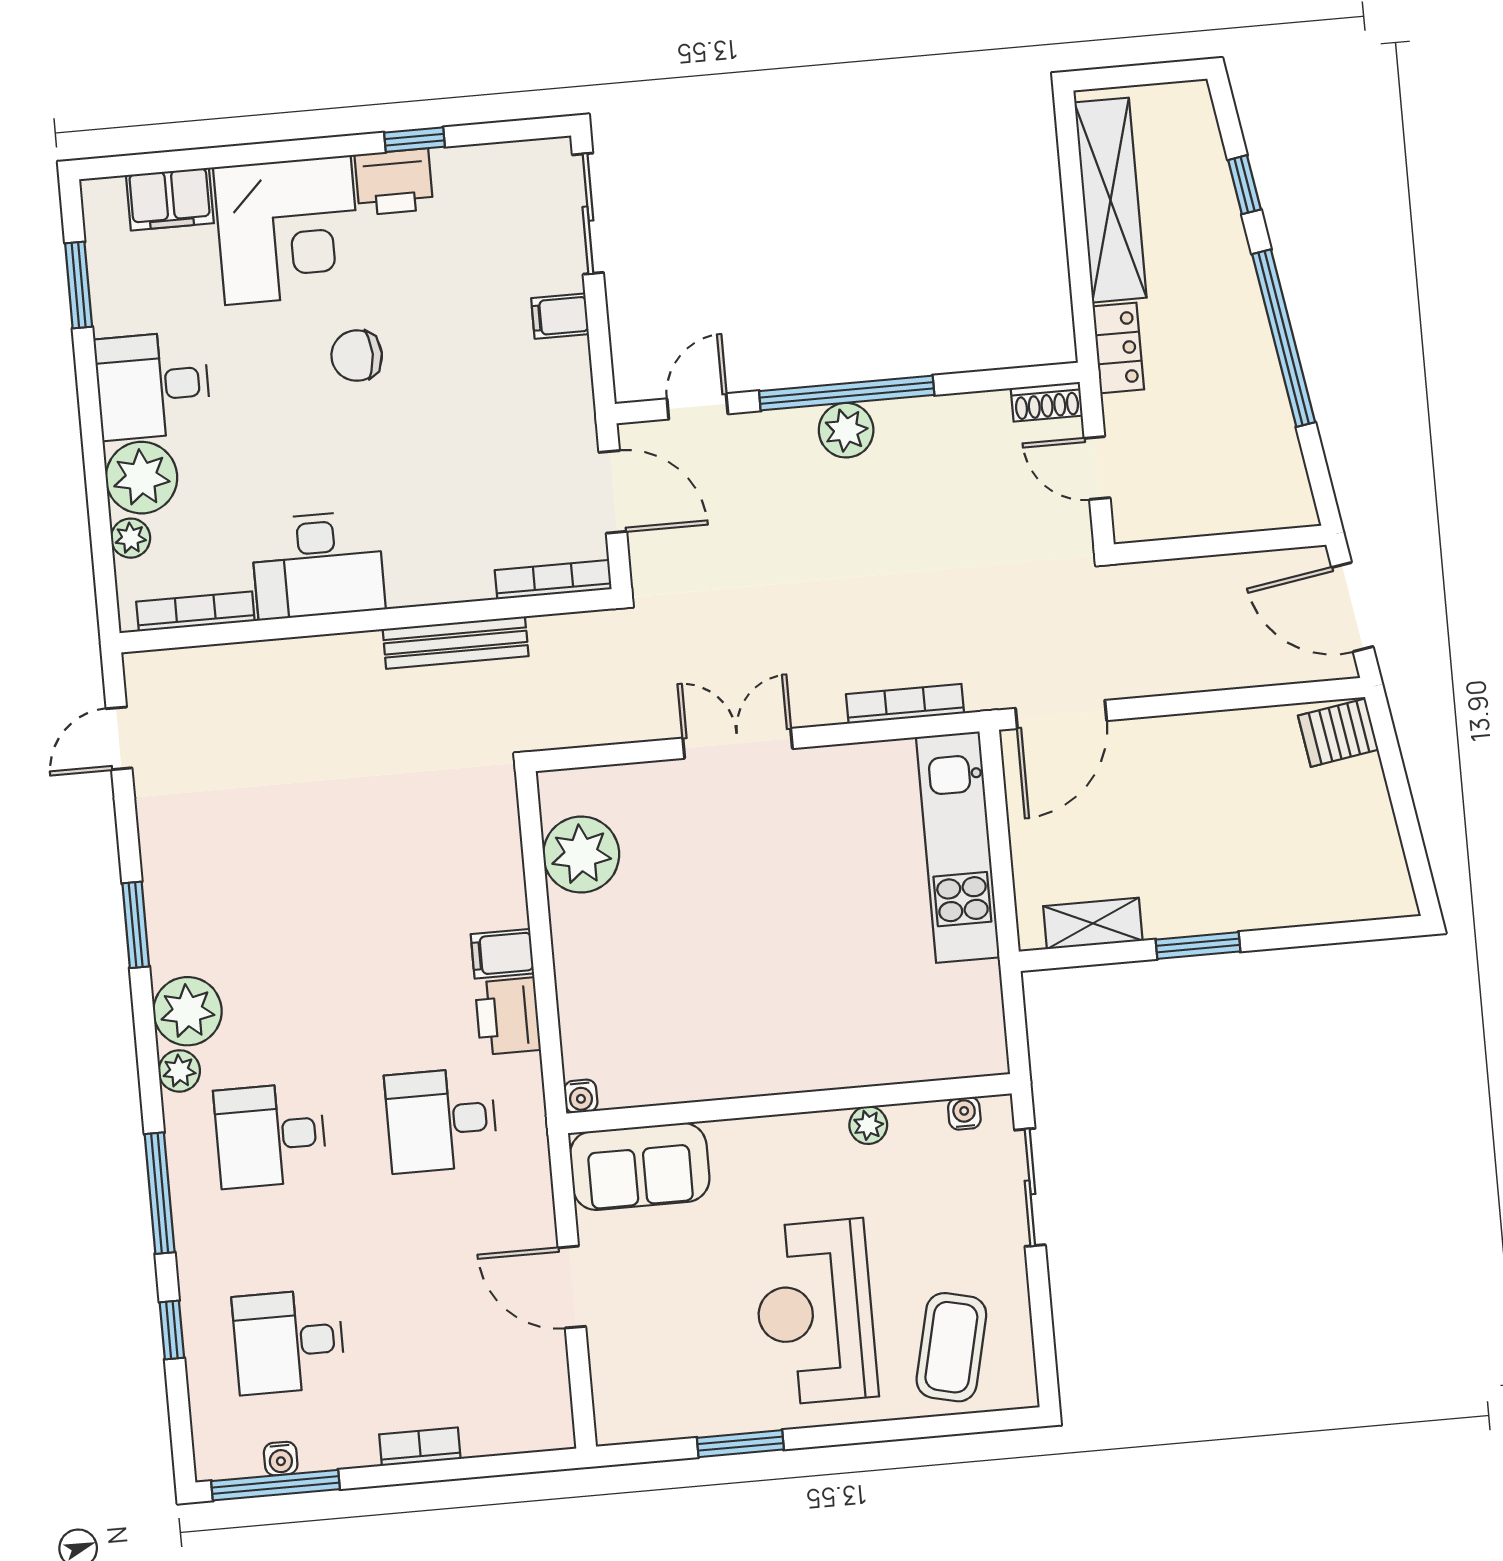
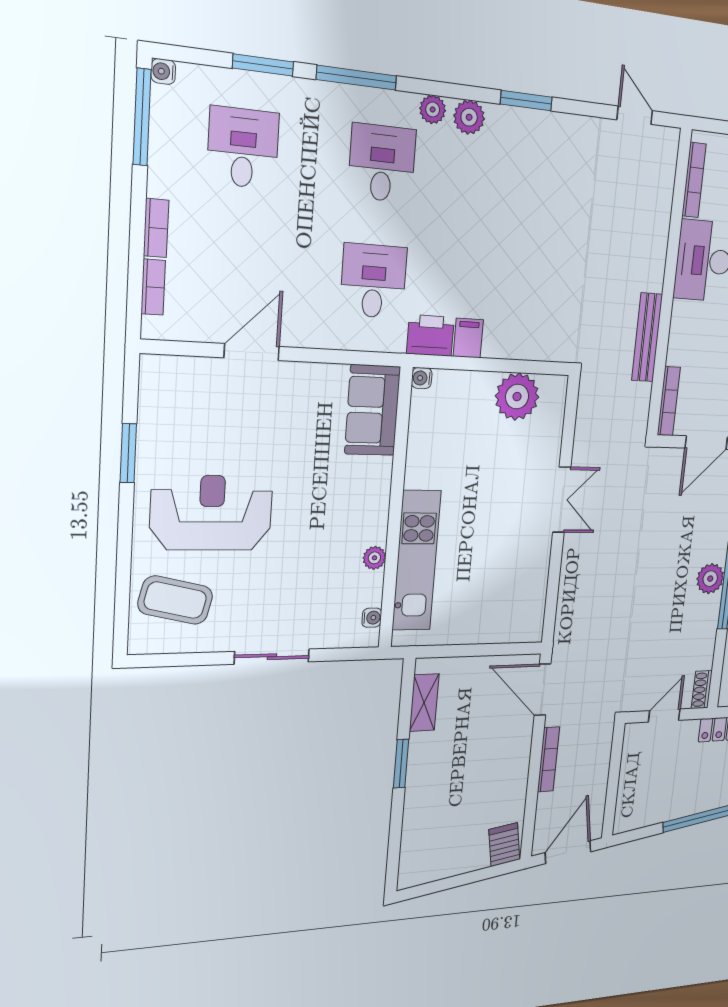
bookcase: (905, 704) -> (548, 759), moved
kitchen unit: (958, 847) -> (416, 561), moved, turned 90
plant: (187, 1011) -> (469, 117), width x0.73, depth x0.73
water cooler: (581, 1096) -> (422, 378), moved
wall: (789, 1104) -> (396, 510), moved
water cooler: (964, 1113) -> (372, 618), moved
plant: (868, 1125) -> (374, 558), moved
sofa: (640, 1166) -> (373, 410), moved
window: (172, 1330) -> (263, 65), width x1.50
bookcase: (501, 1440) -> (153, 287), added
water cooler: (281, 1459) -> (163, 71), moved

